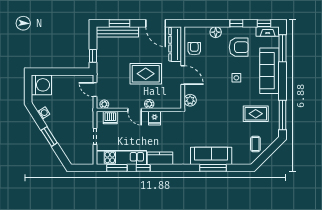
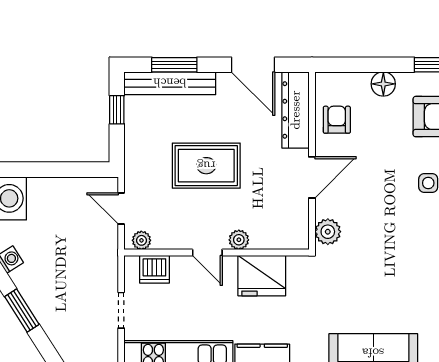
window: (93, 56) -> (117, 110), moved
rug: (146, 74) -> (206, 166), moved
door: (183, 75) -> (312, 177), hinge flipped
fridge: (155, 118) -> (262, 276), width x1.88, depth x1.34

